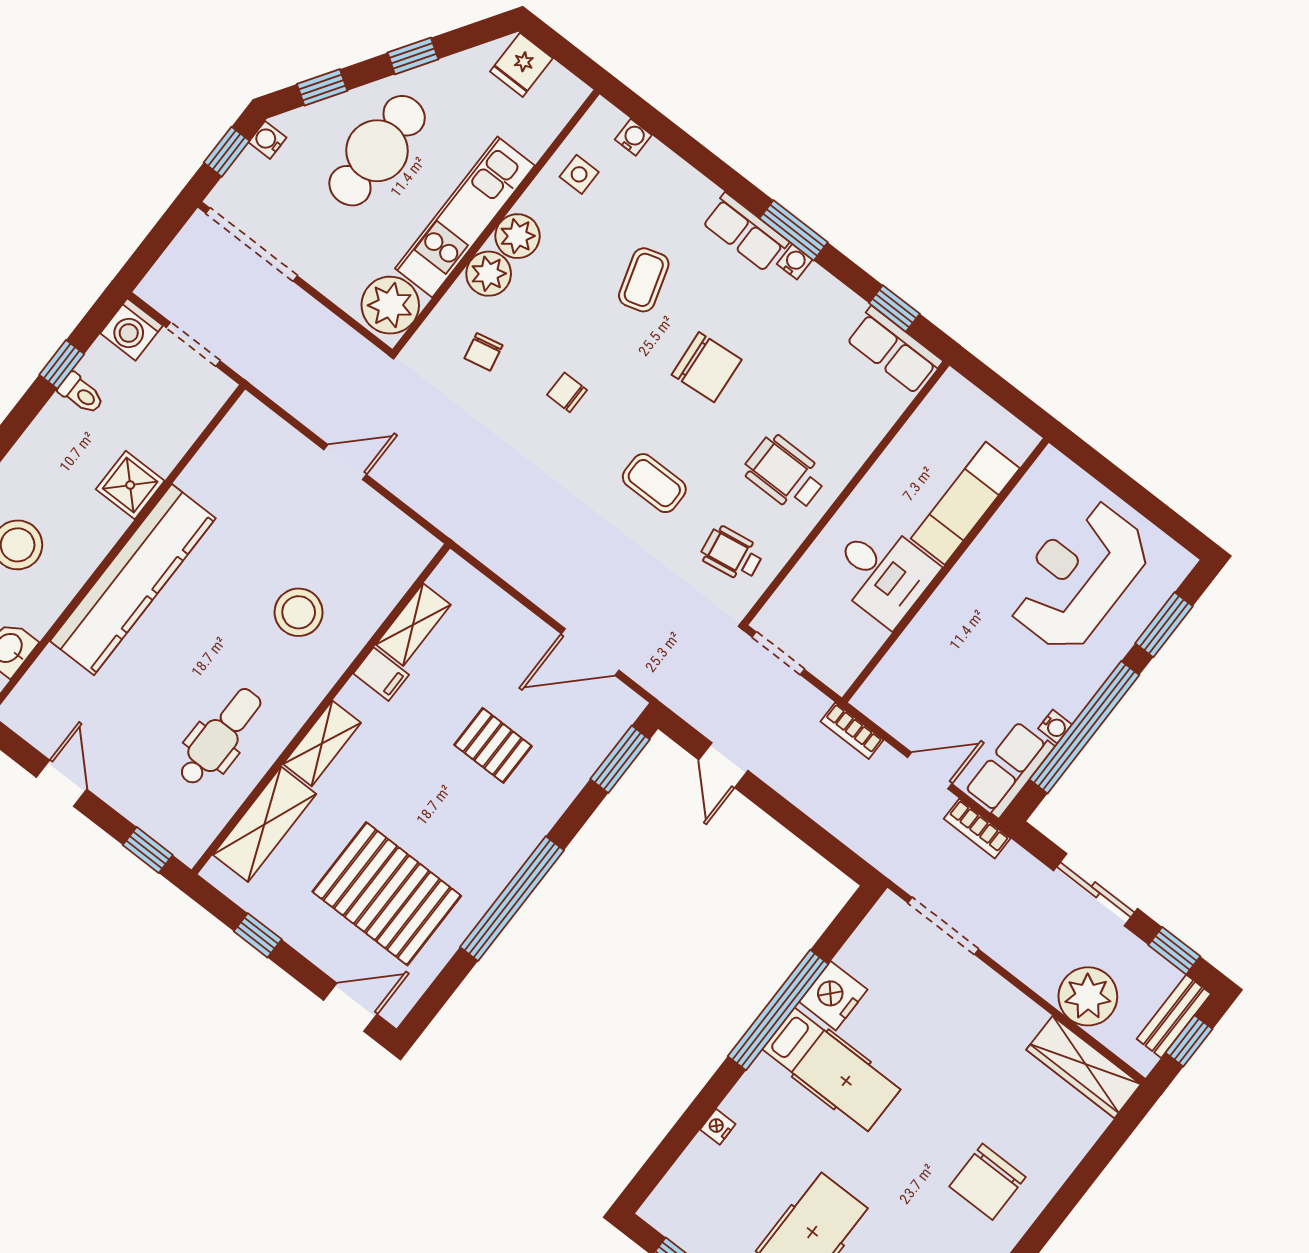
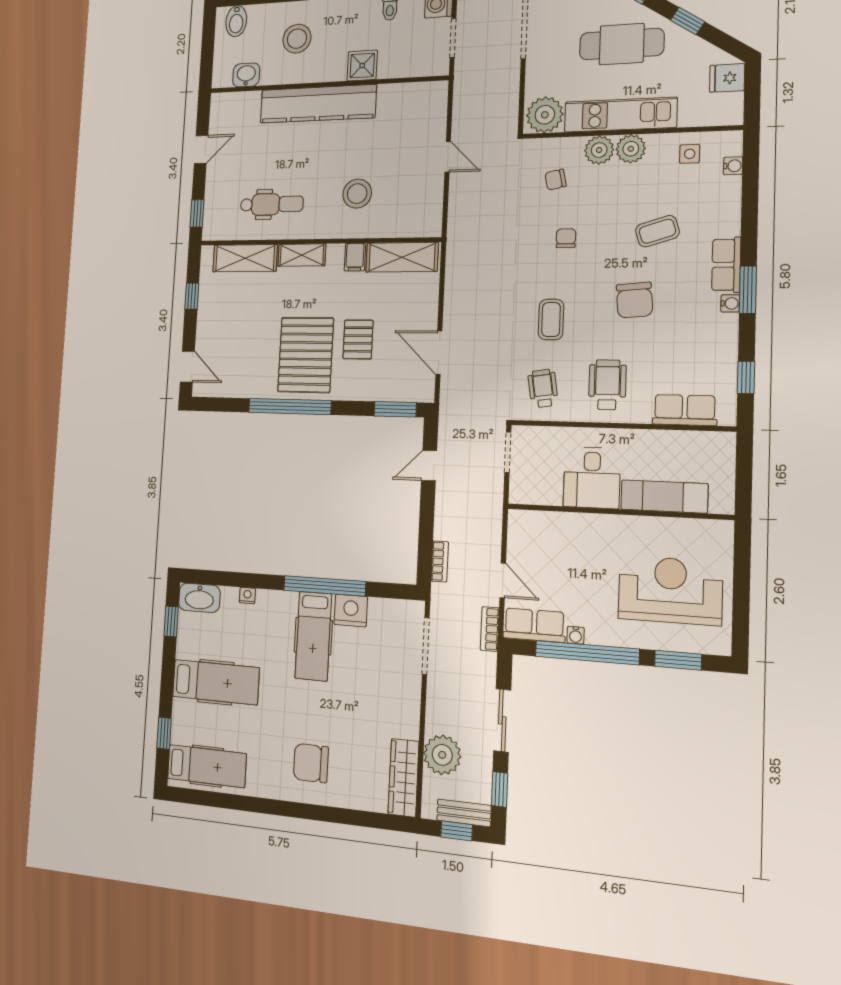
row of seats: (894, 350) -> (685, 410), moved, turned 90
shelving: (413, 625) -> (402, 257), width x1.50, depth x1.33
bookcase: (852, 731) -> (440, 561), moved, turned 180
pallet: (387, 894) -> (306, 355), moved
washbasin: (674, 1198) -> (199, 598), added

